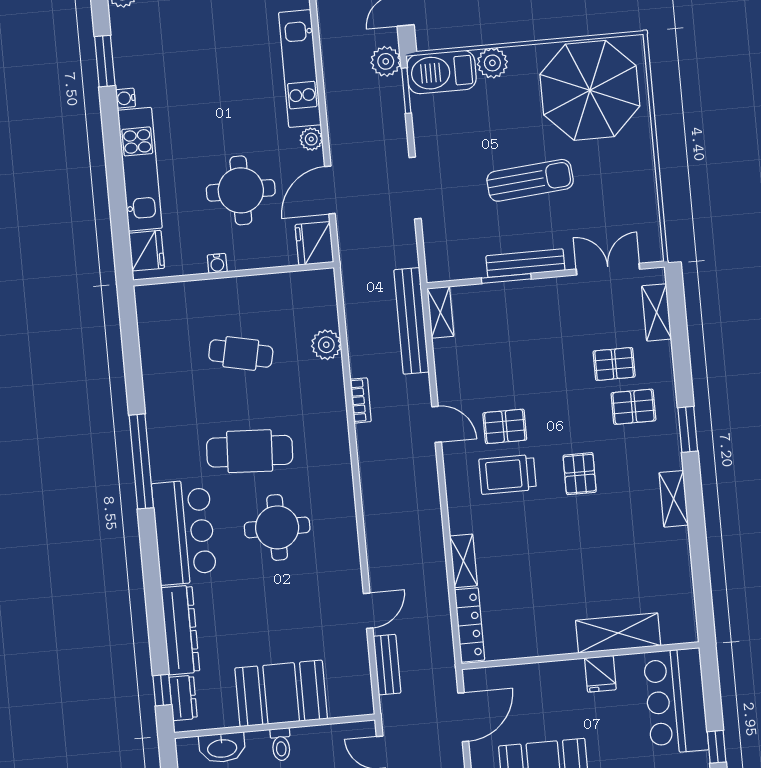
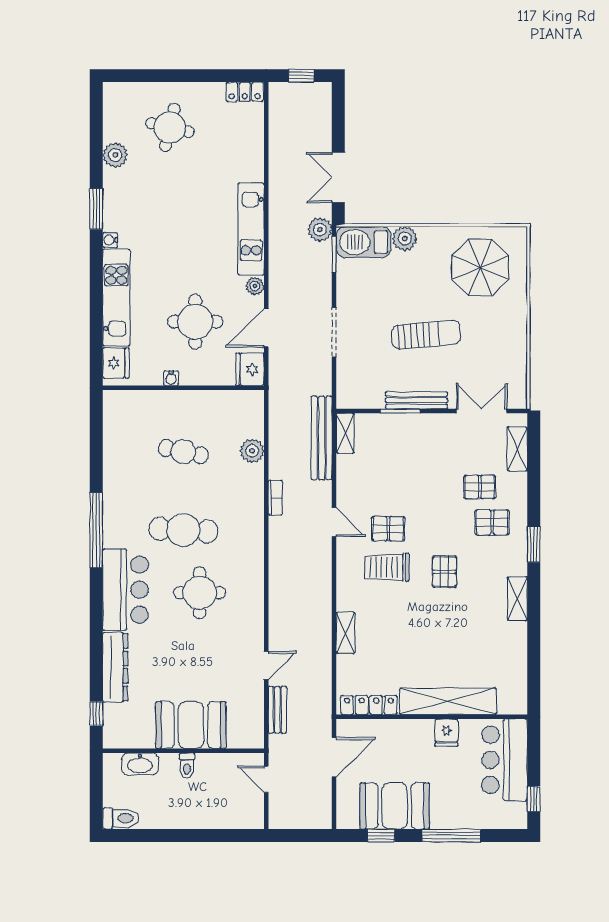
parasol: (590, 90) -> (480, 267), width x0.73, depth x0.73
locker: (470, 625) -> (369, 705), moved, turned -90
shelving: (618, 633) -> (448, 701), width x1.47
dresser: (183, 698) -> (113, 721), removed

